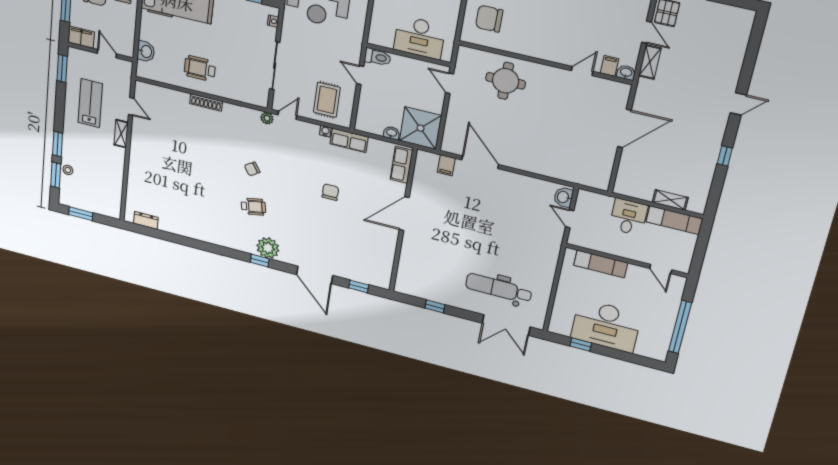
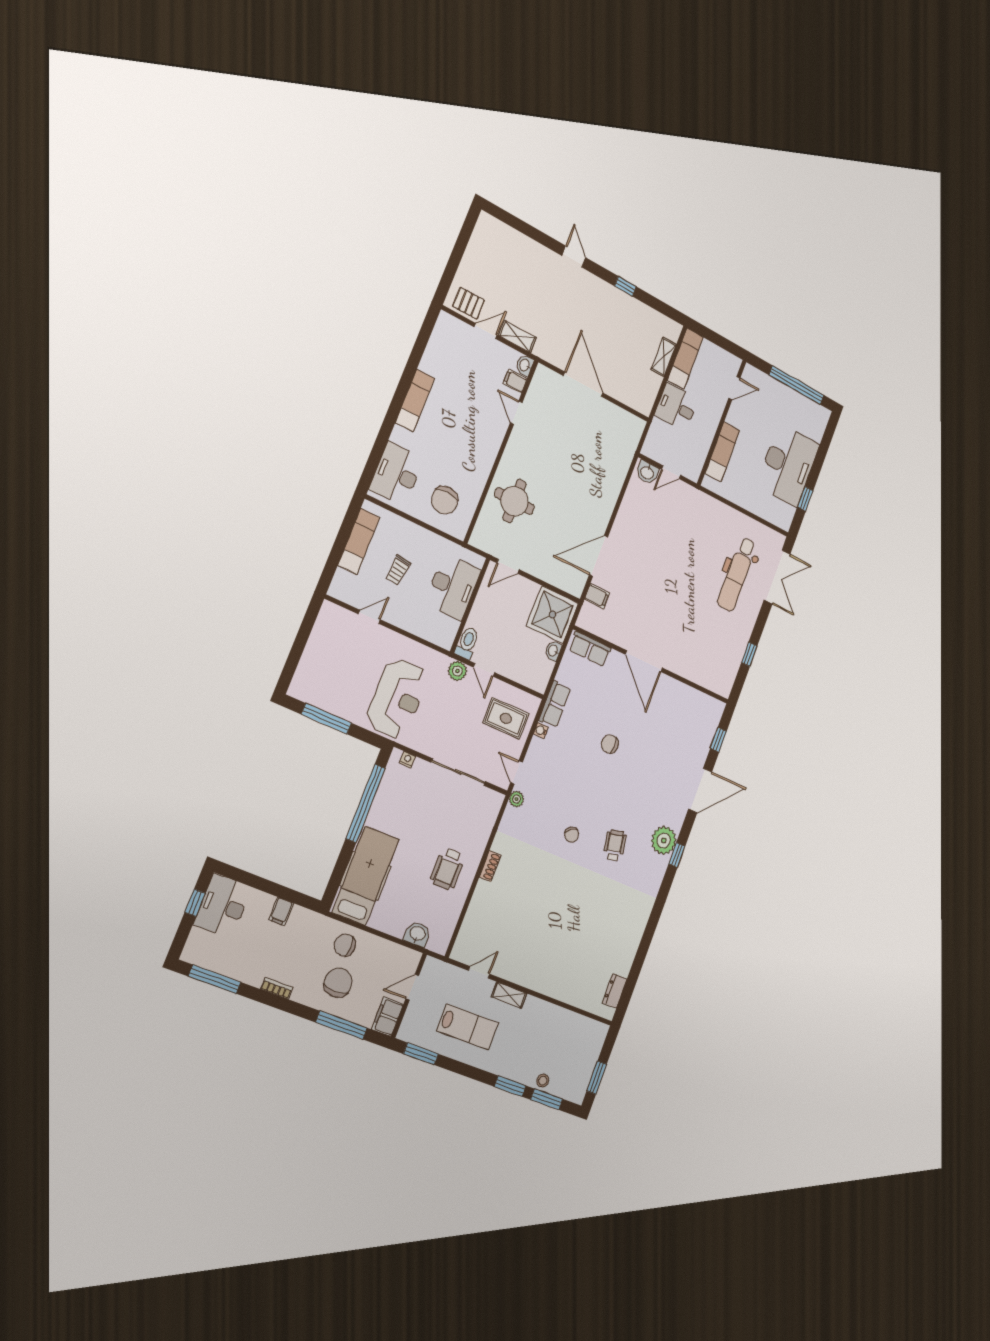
plant: (353, 52) -> (457, 671), added
door: (360, 75) -> (484, 670), hinge flipped
shoe rack: (206, 102) -> (490, 866), width x0.70
lab bench: (90, 103) -> (467, 1027), turned 180

